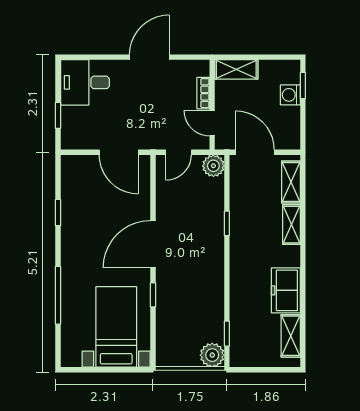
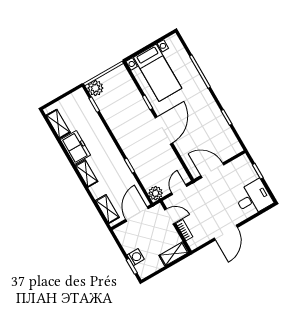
door: (255, 152) -> (137, 214), swing flipped
shelving: (291, 225) -> (86, 174), moved

